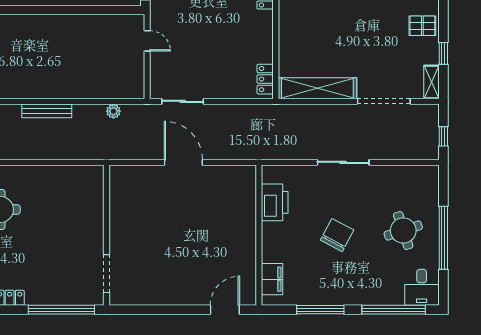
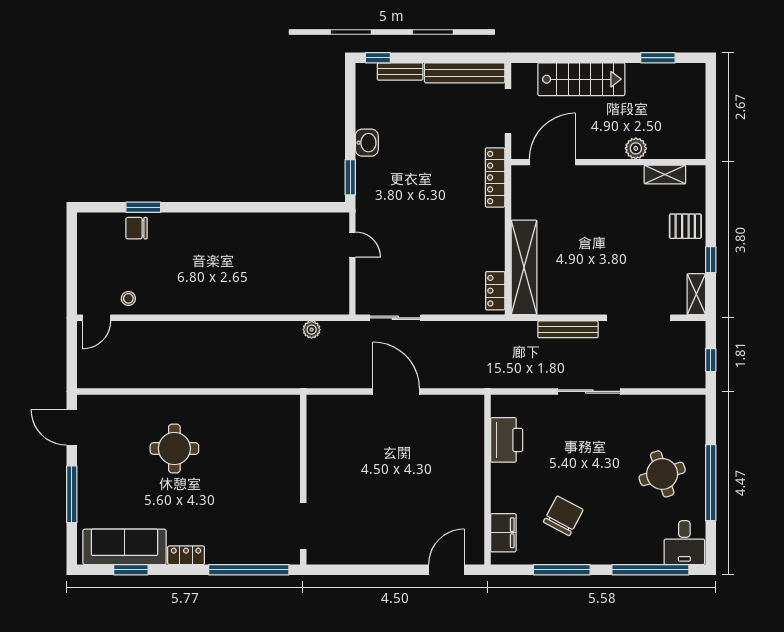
shelving: (317, 88) -> (524, 267), moved, turned 90
bench: (47, 111) -> (568, 329), moved
chair: (337, 235) -> (563, 516), moved

